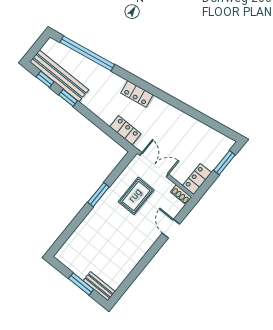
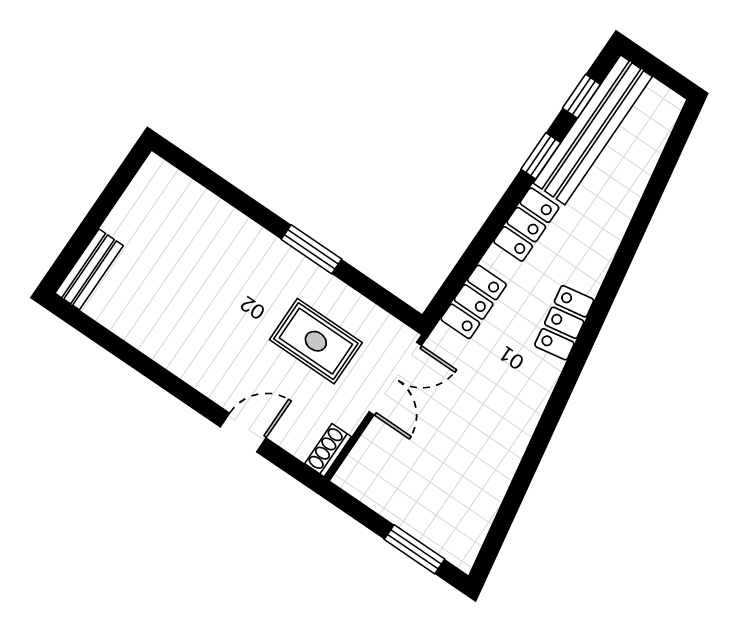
window: (87, 53) -> (653, 194), removed
locker: (197, 179) -> (526, 225), moved, turned 90
window: (81, 284) -> (91, 225), removed

